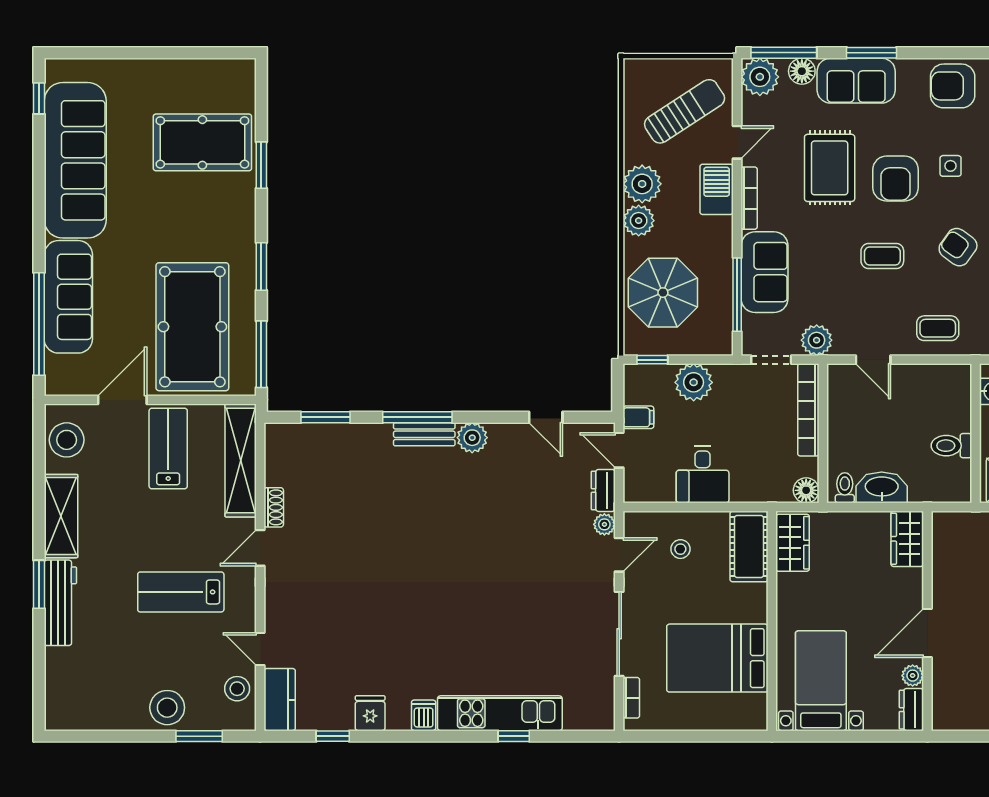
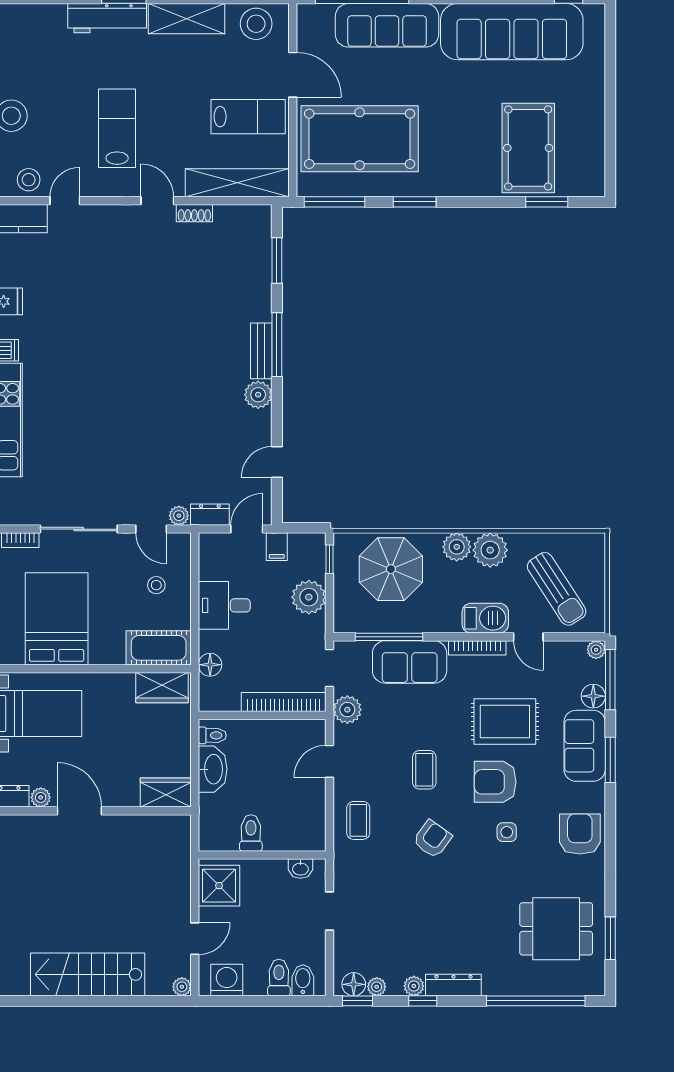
plant: (760, 77) -> (596, 650), width x0.53, depth x0.53
window: (261, 165) -> (547, 202), moved
floor lamp: (806, 490) -> (210, 665), moved

